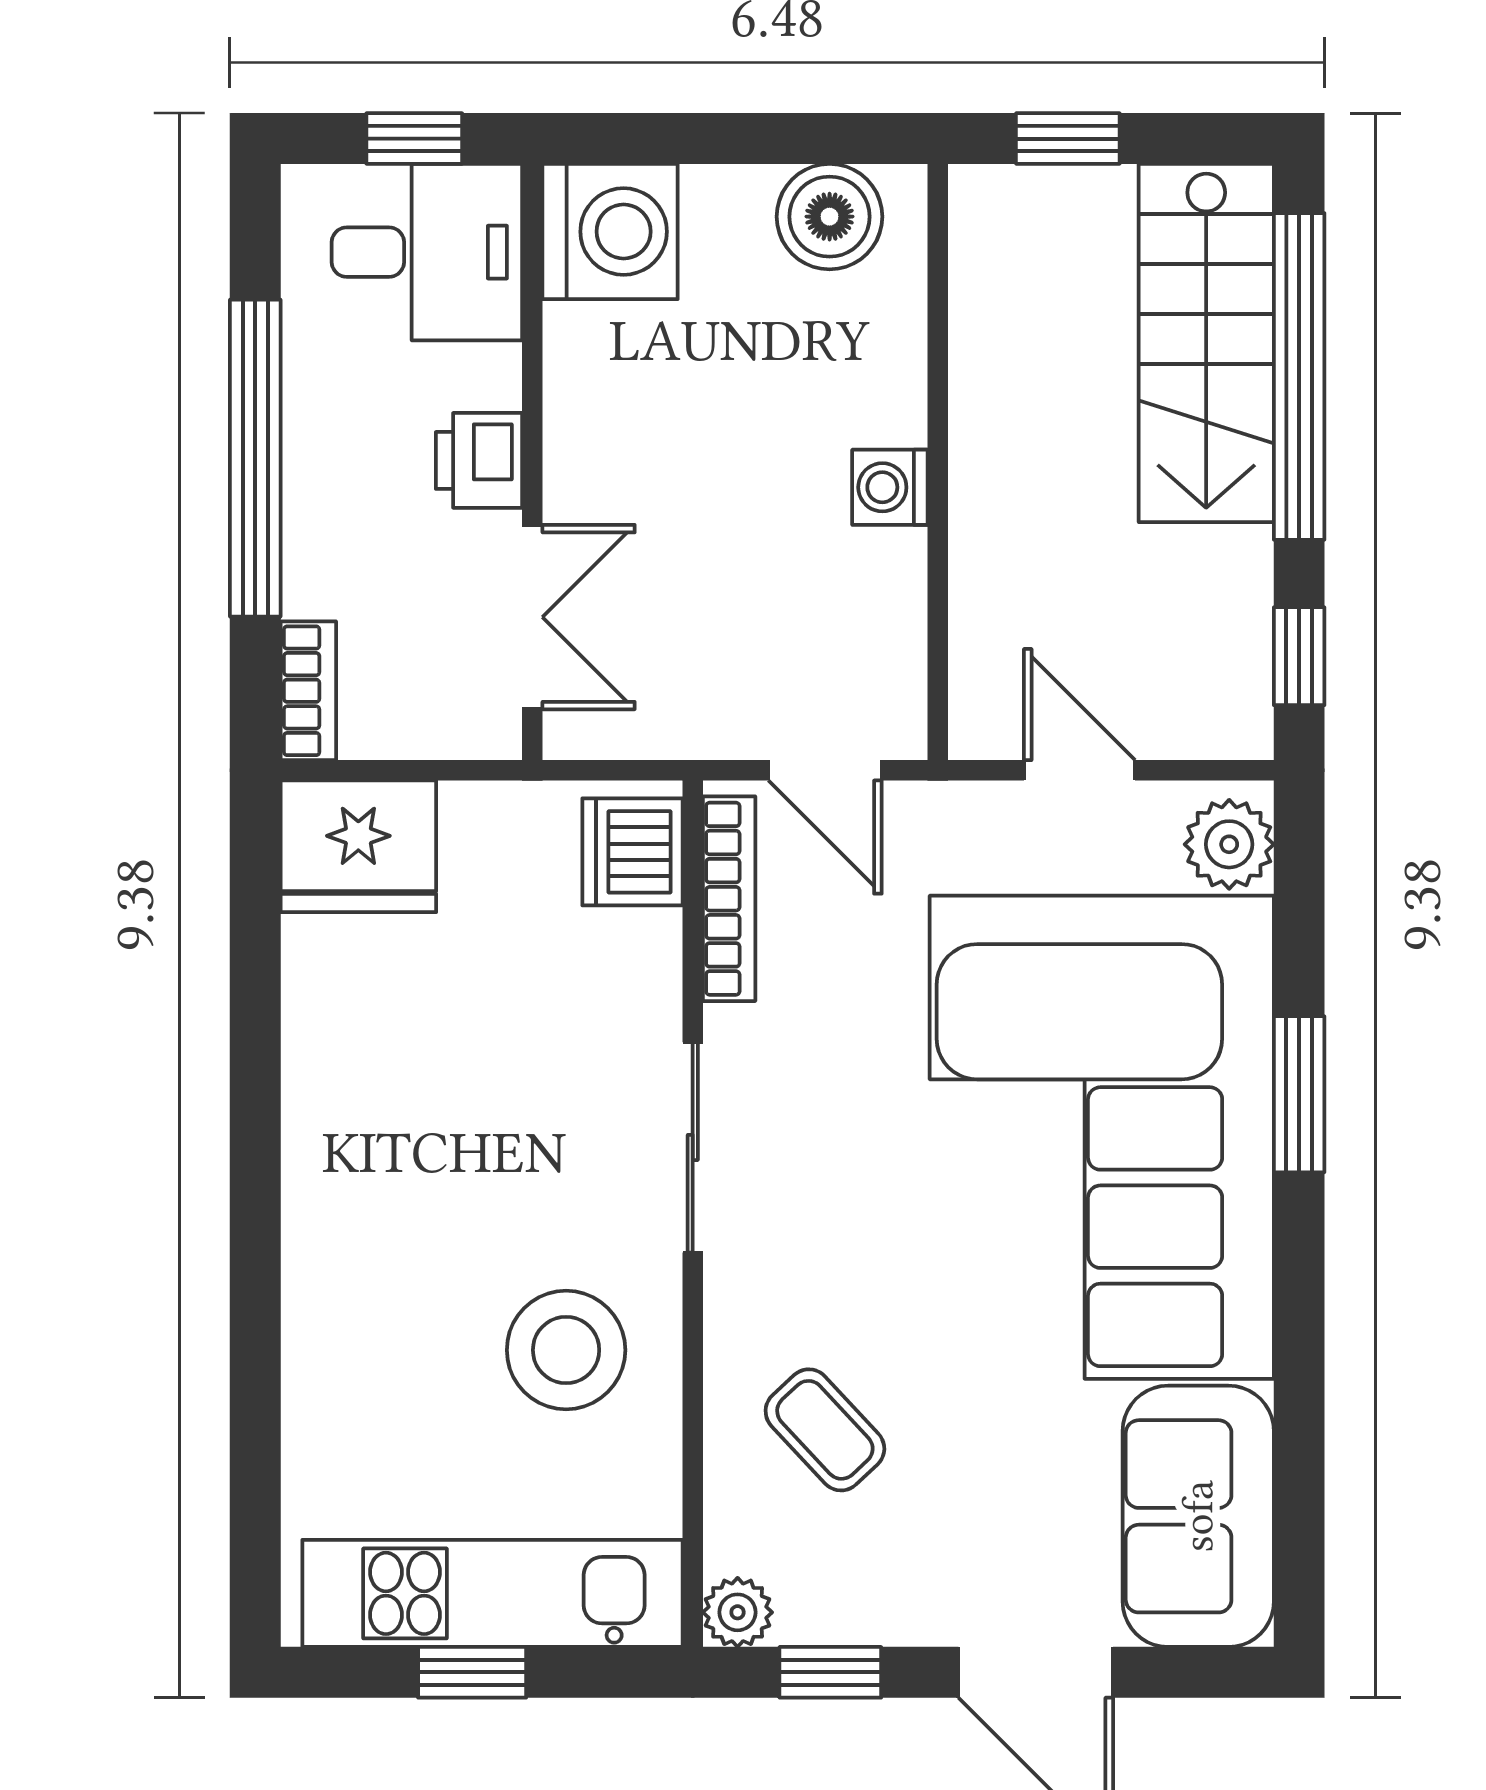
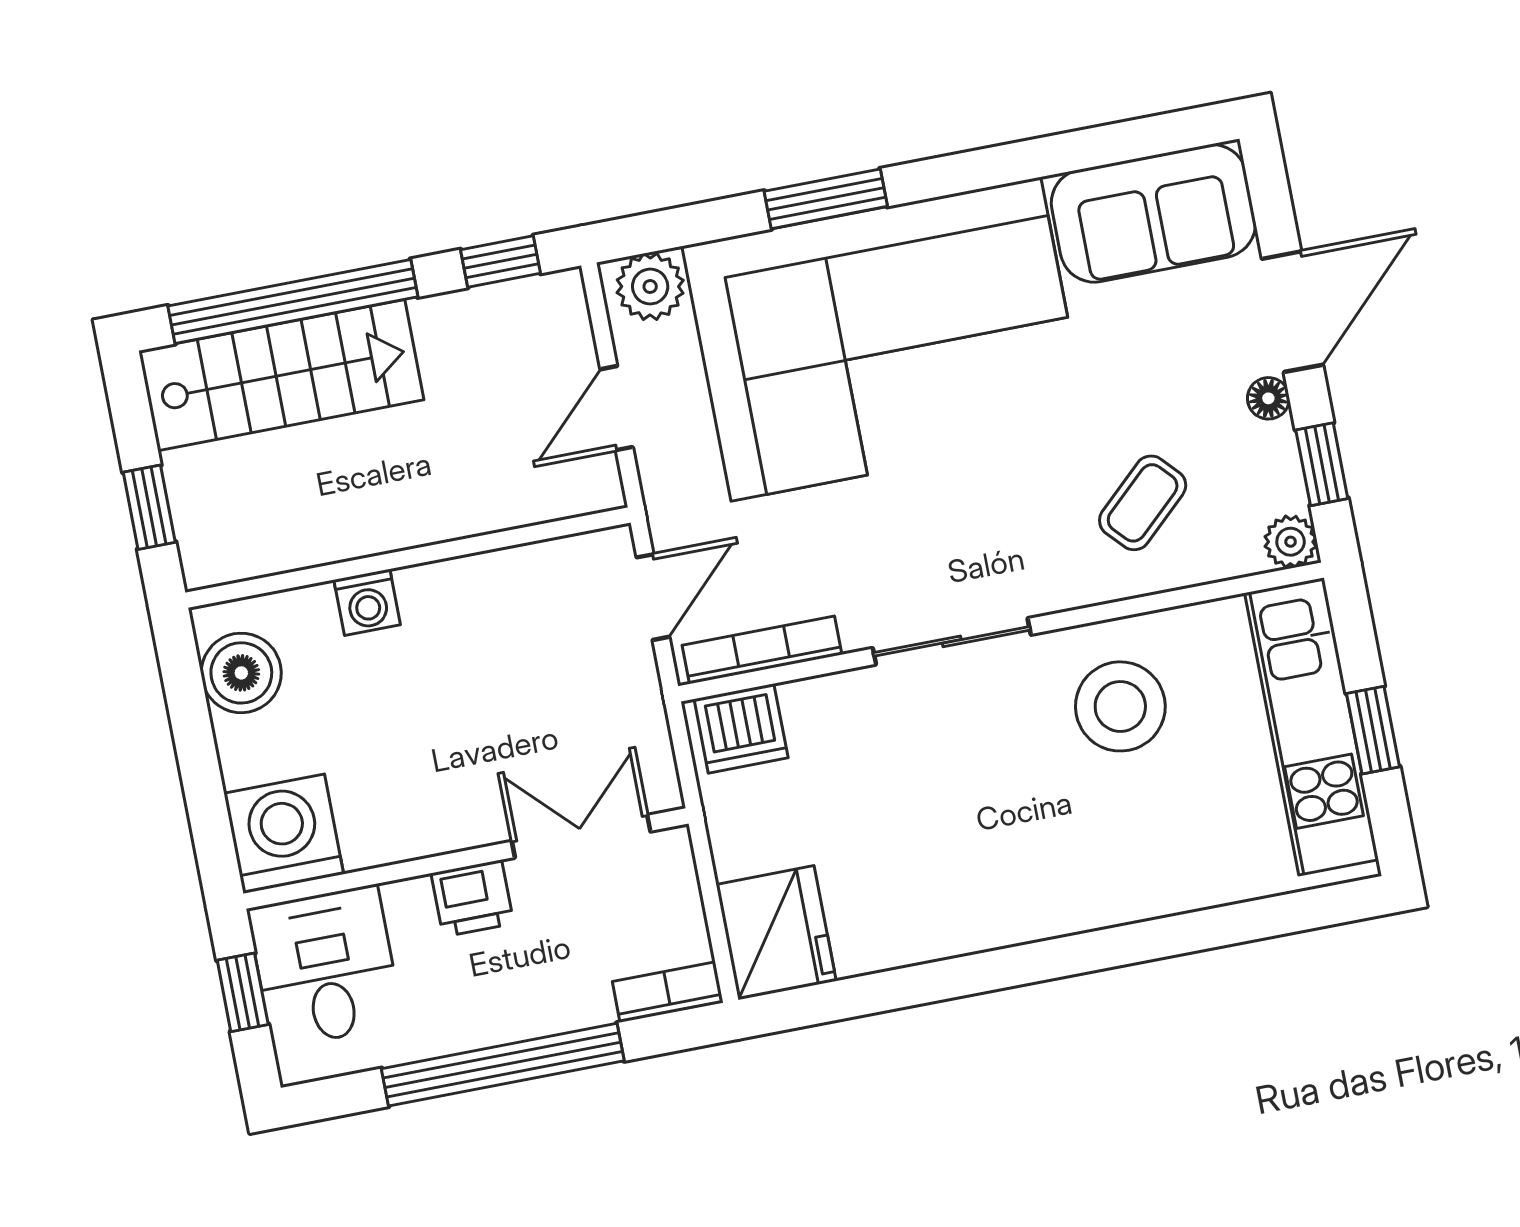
washing machine: (890, 487) -> (367, 602), moved
floor lamp: (929, 1619) -> (1268, 398), added

